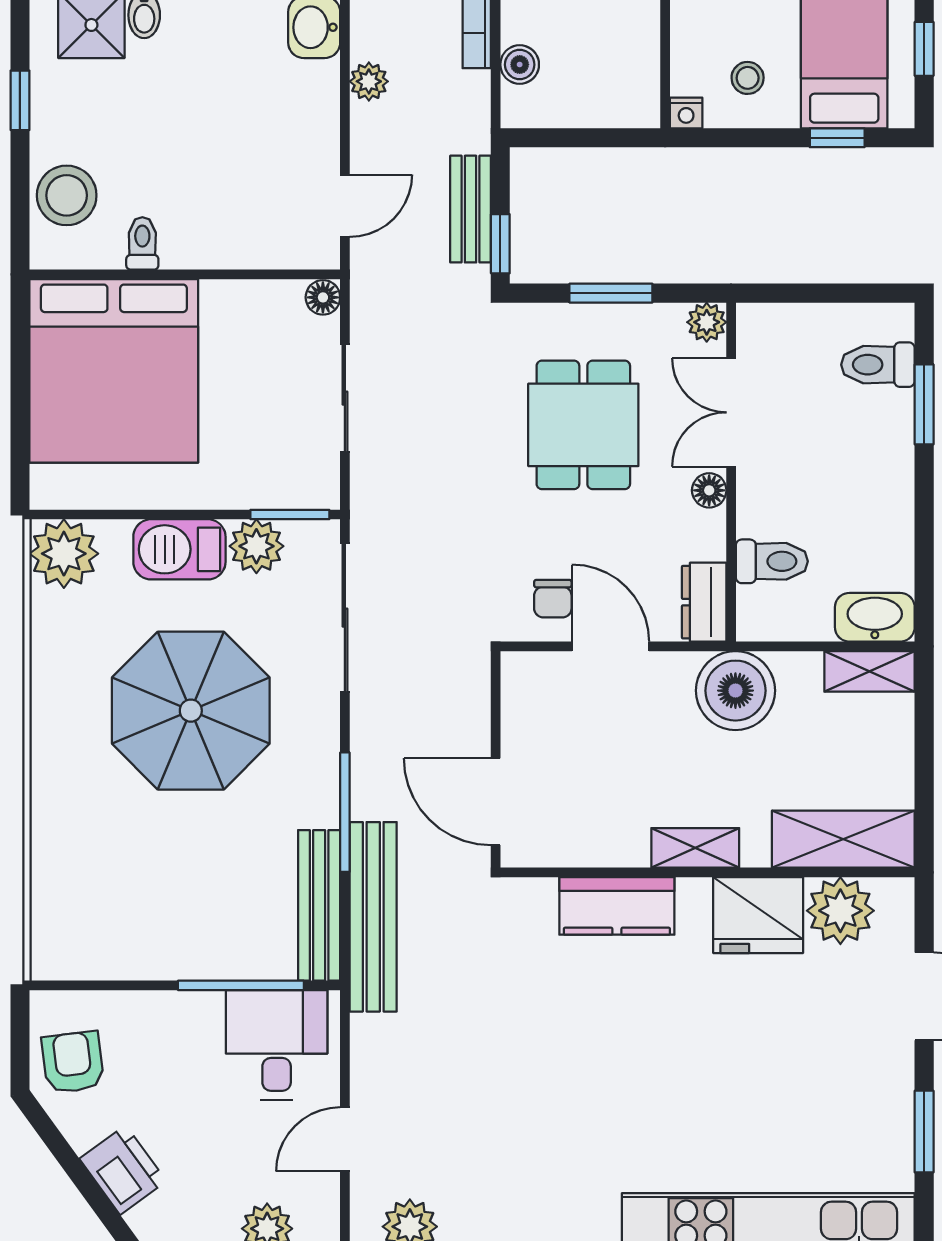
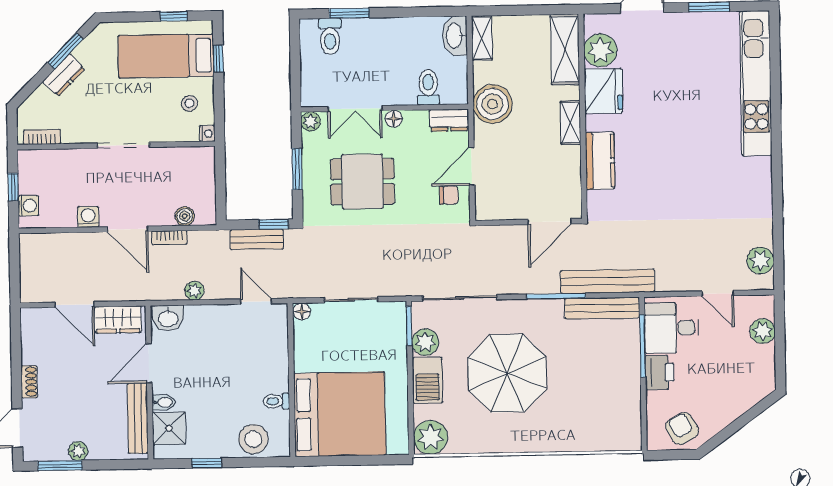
armchair: (73, 1062) -> (682, 429), turned 68
printer: (123, 1170) -> (660, 372), moved, turned 126

